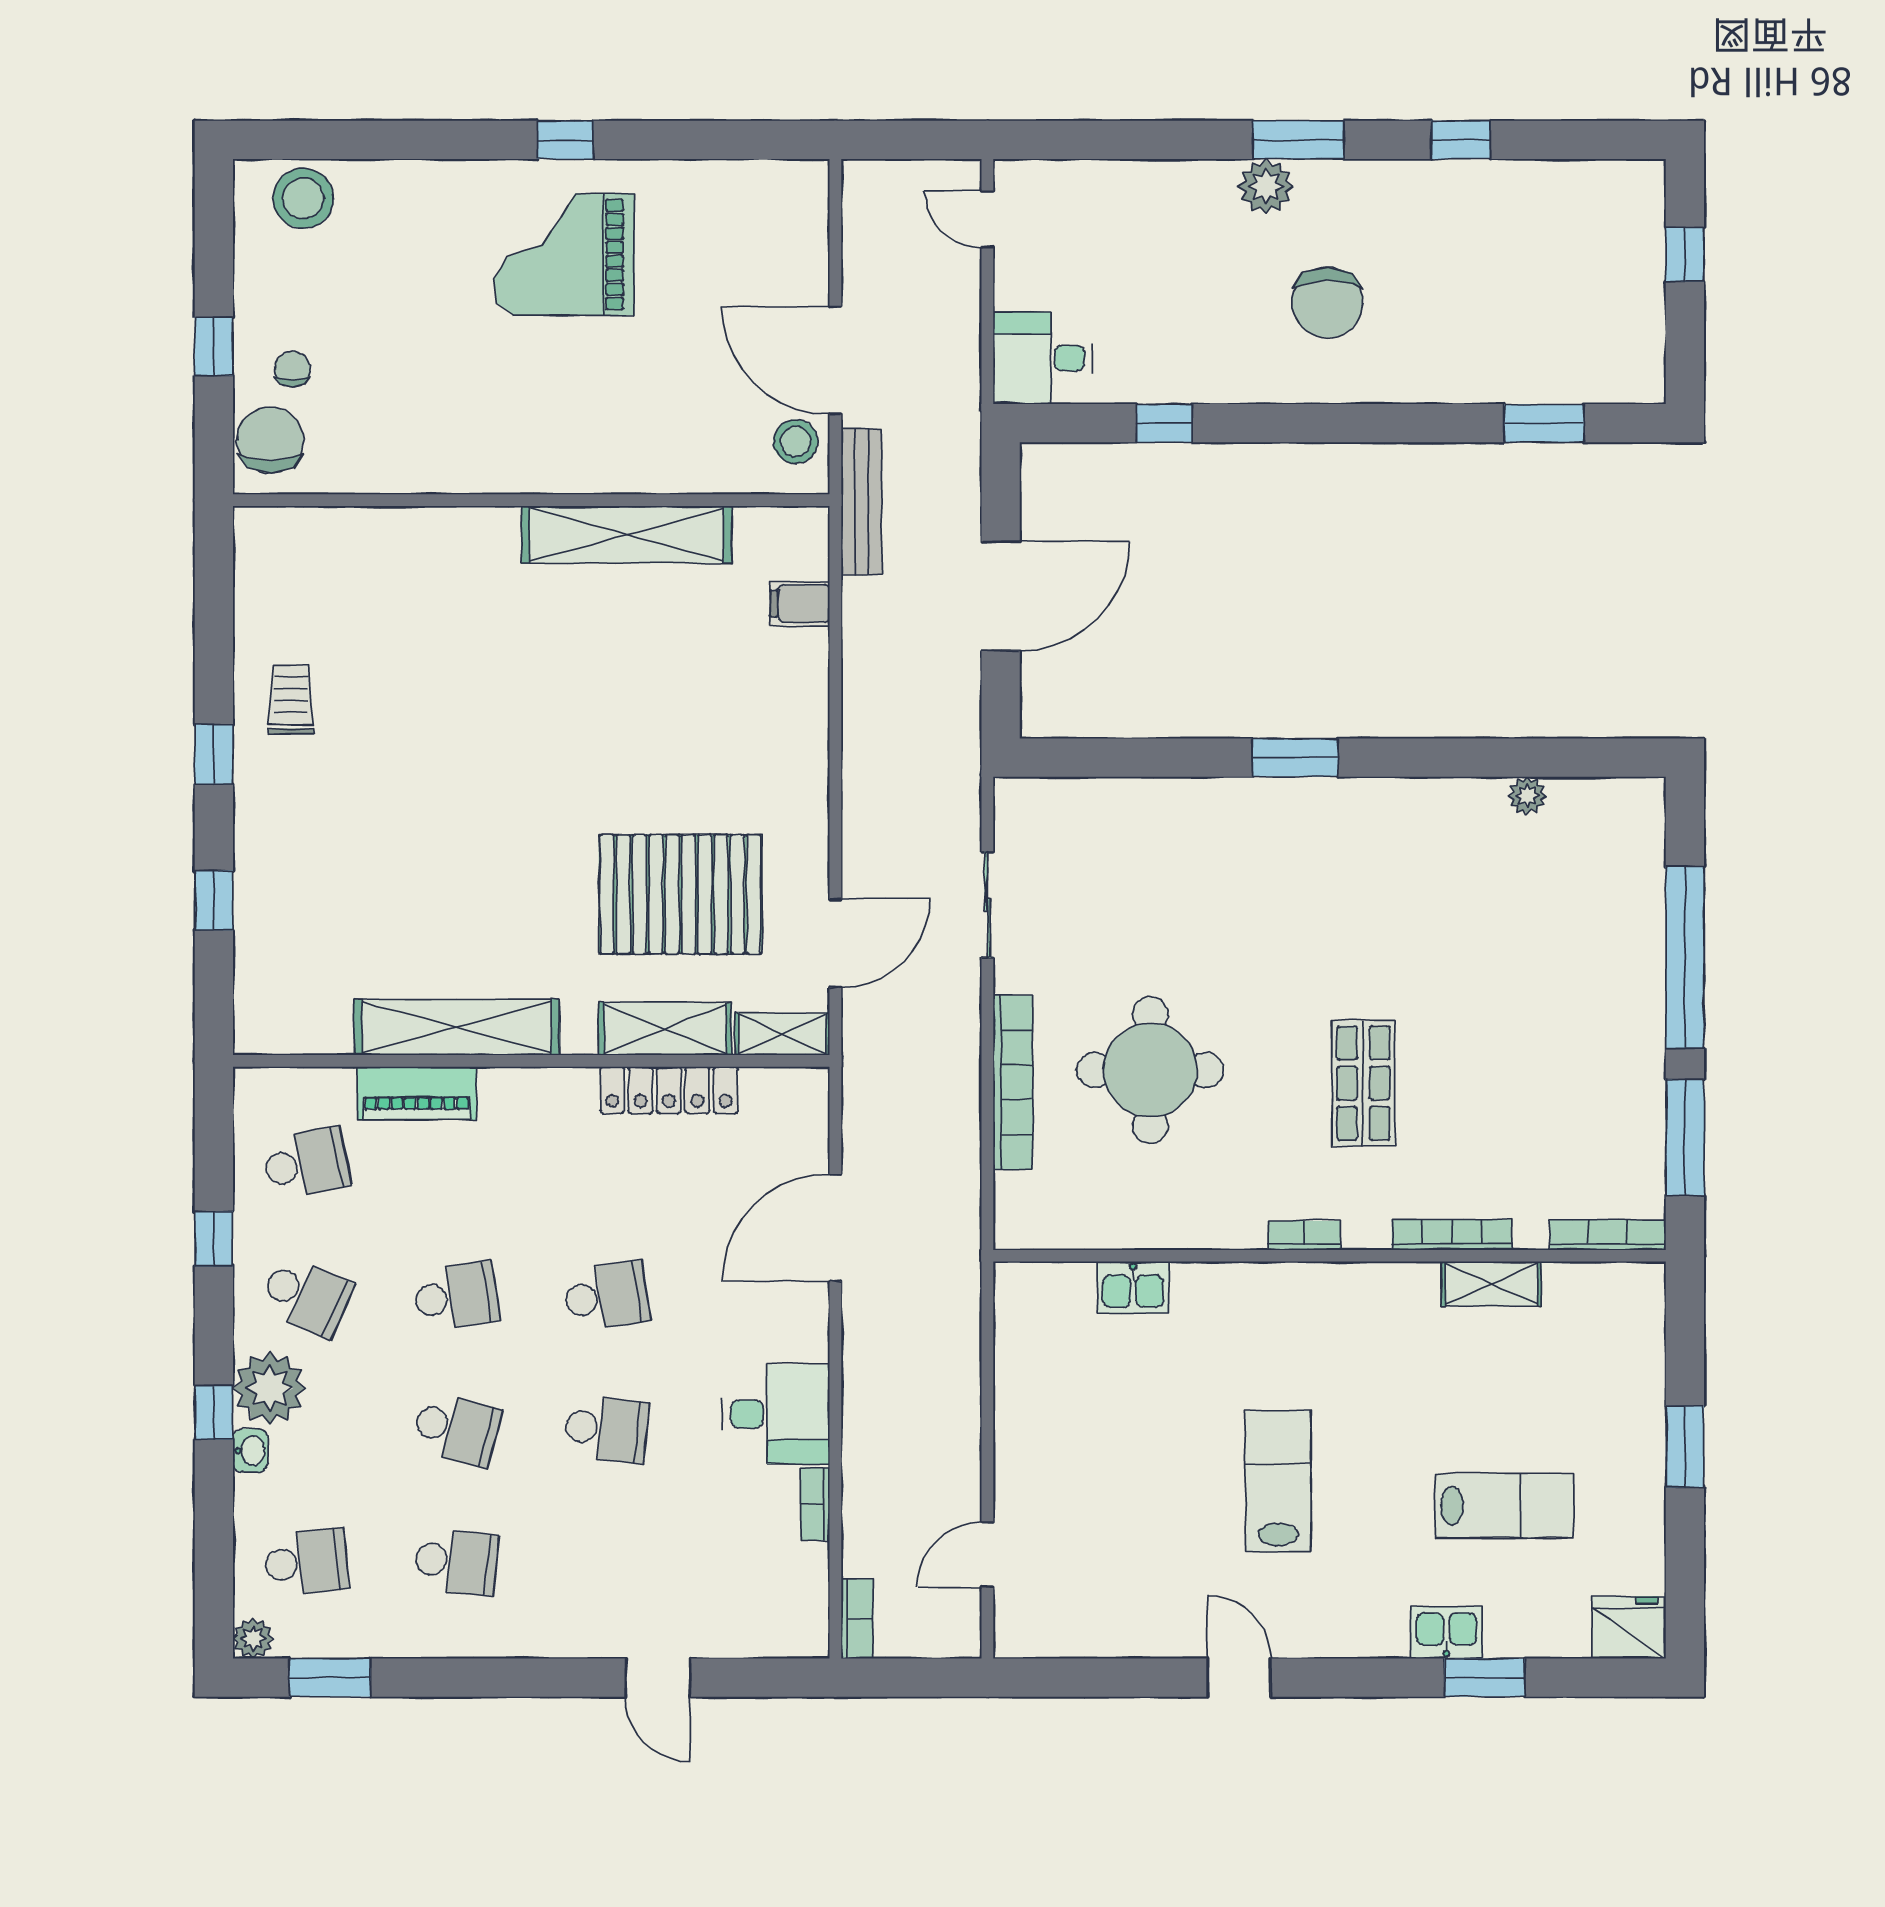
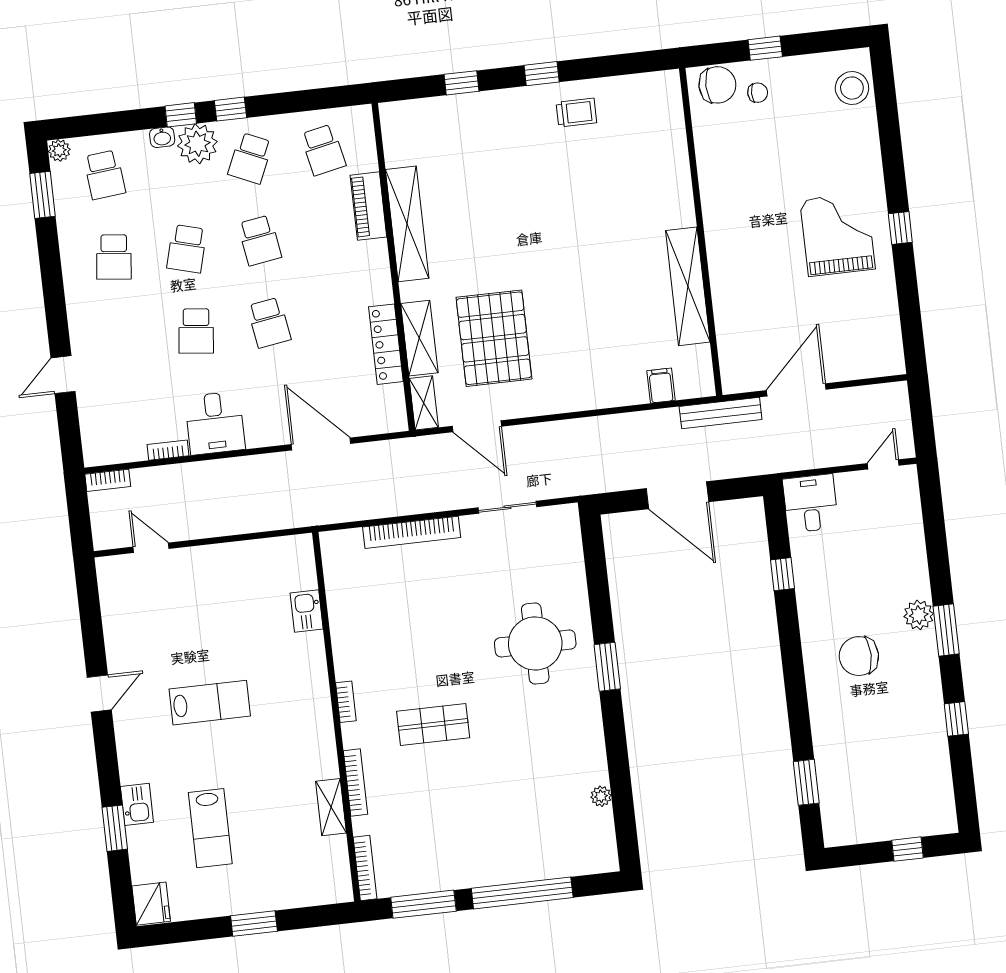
stool: (796, 442) -> (749, 373), removed
round table: (1150, 1070) -> (535, 643), moved
window: (214, 1239) -> (230, 109), moved

